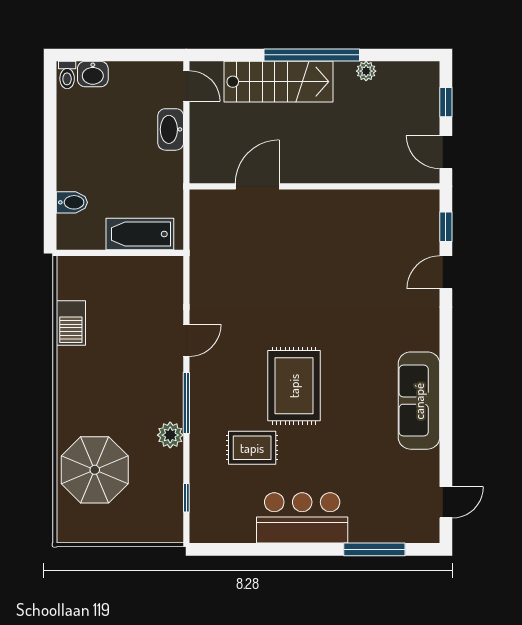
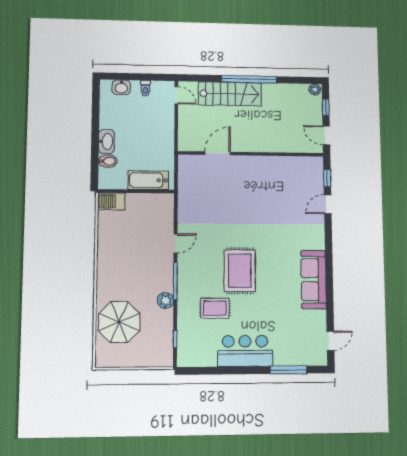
plant: (366, 71) -> (315, 90), moved
toilet: (67, 75) -> (145, 88), moved
washbasin: (171, 129) -> (106, 142), moved, turned 180
barbecue: (71, 323) -> (111, 201), moved, turned 90

